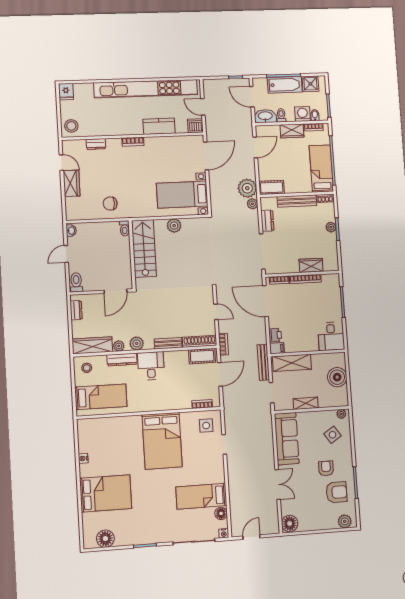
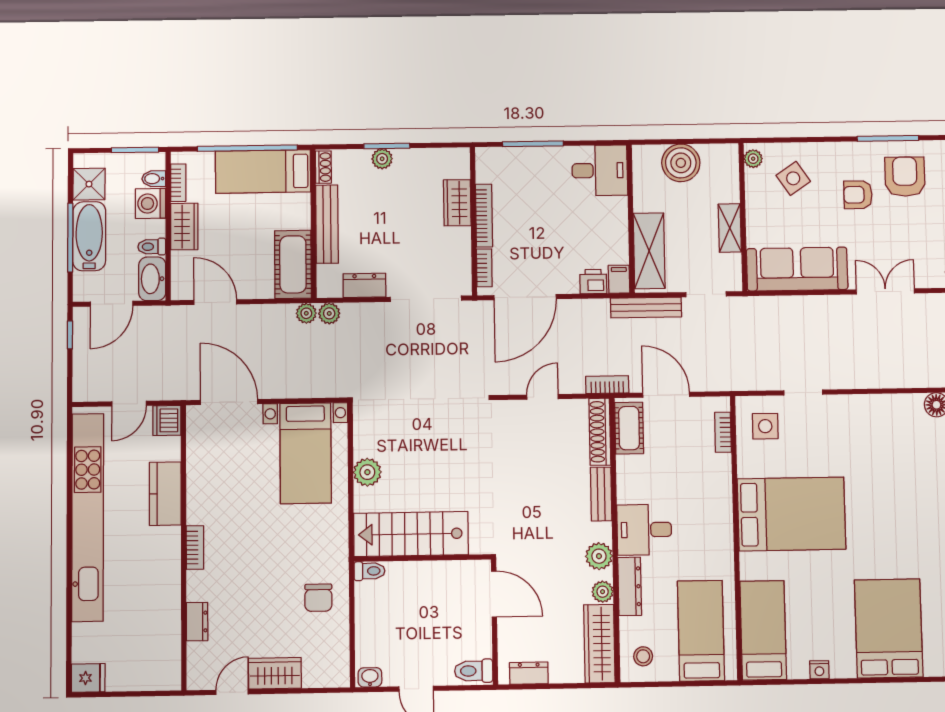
stool: (71, 126) -> (159, 670), removed
cot: (272, 187) -> (293, 264), width x1.37, depth x1.34
plant: (247, 188) -> (306, 313), width x0.53, depth x0.53
bed: (201, 496) -> (763, 630), moved, turned 180

